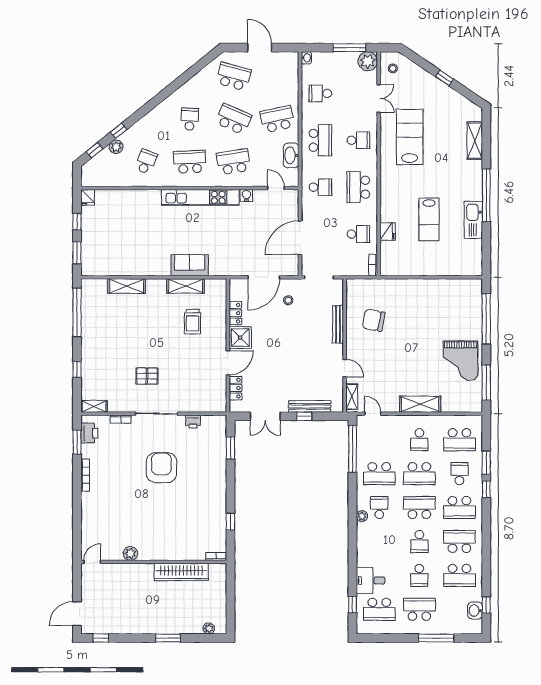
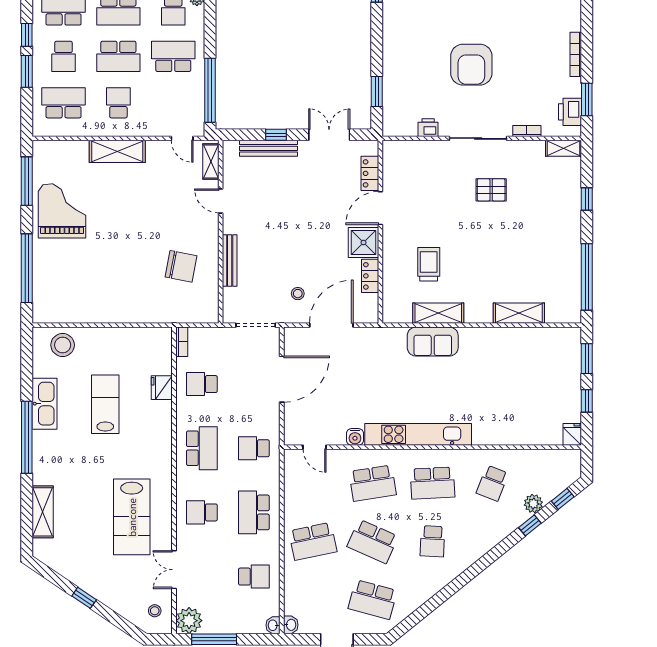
washbasin: (291, 155) -> (291, 625), moved, width x0.52, depth x0.69
stool: (460, 263) -> (63, 345), added
school desk: (419, 474) -> (118, 56), turned 180

